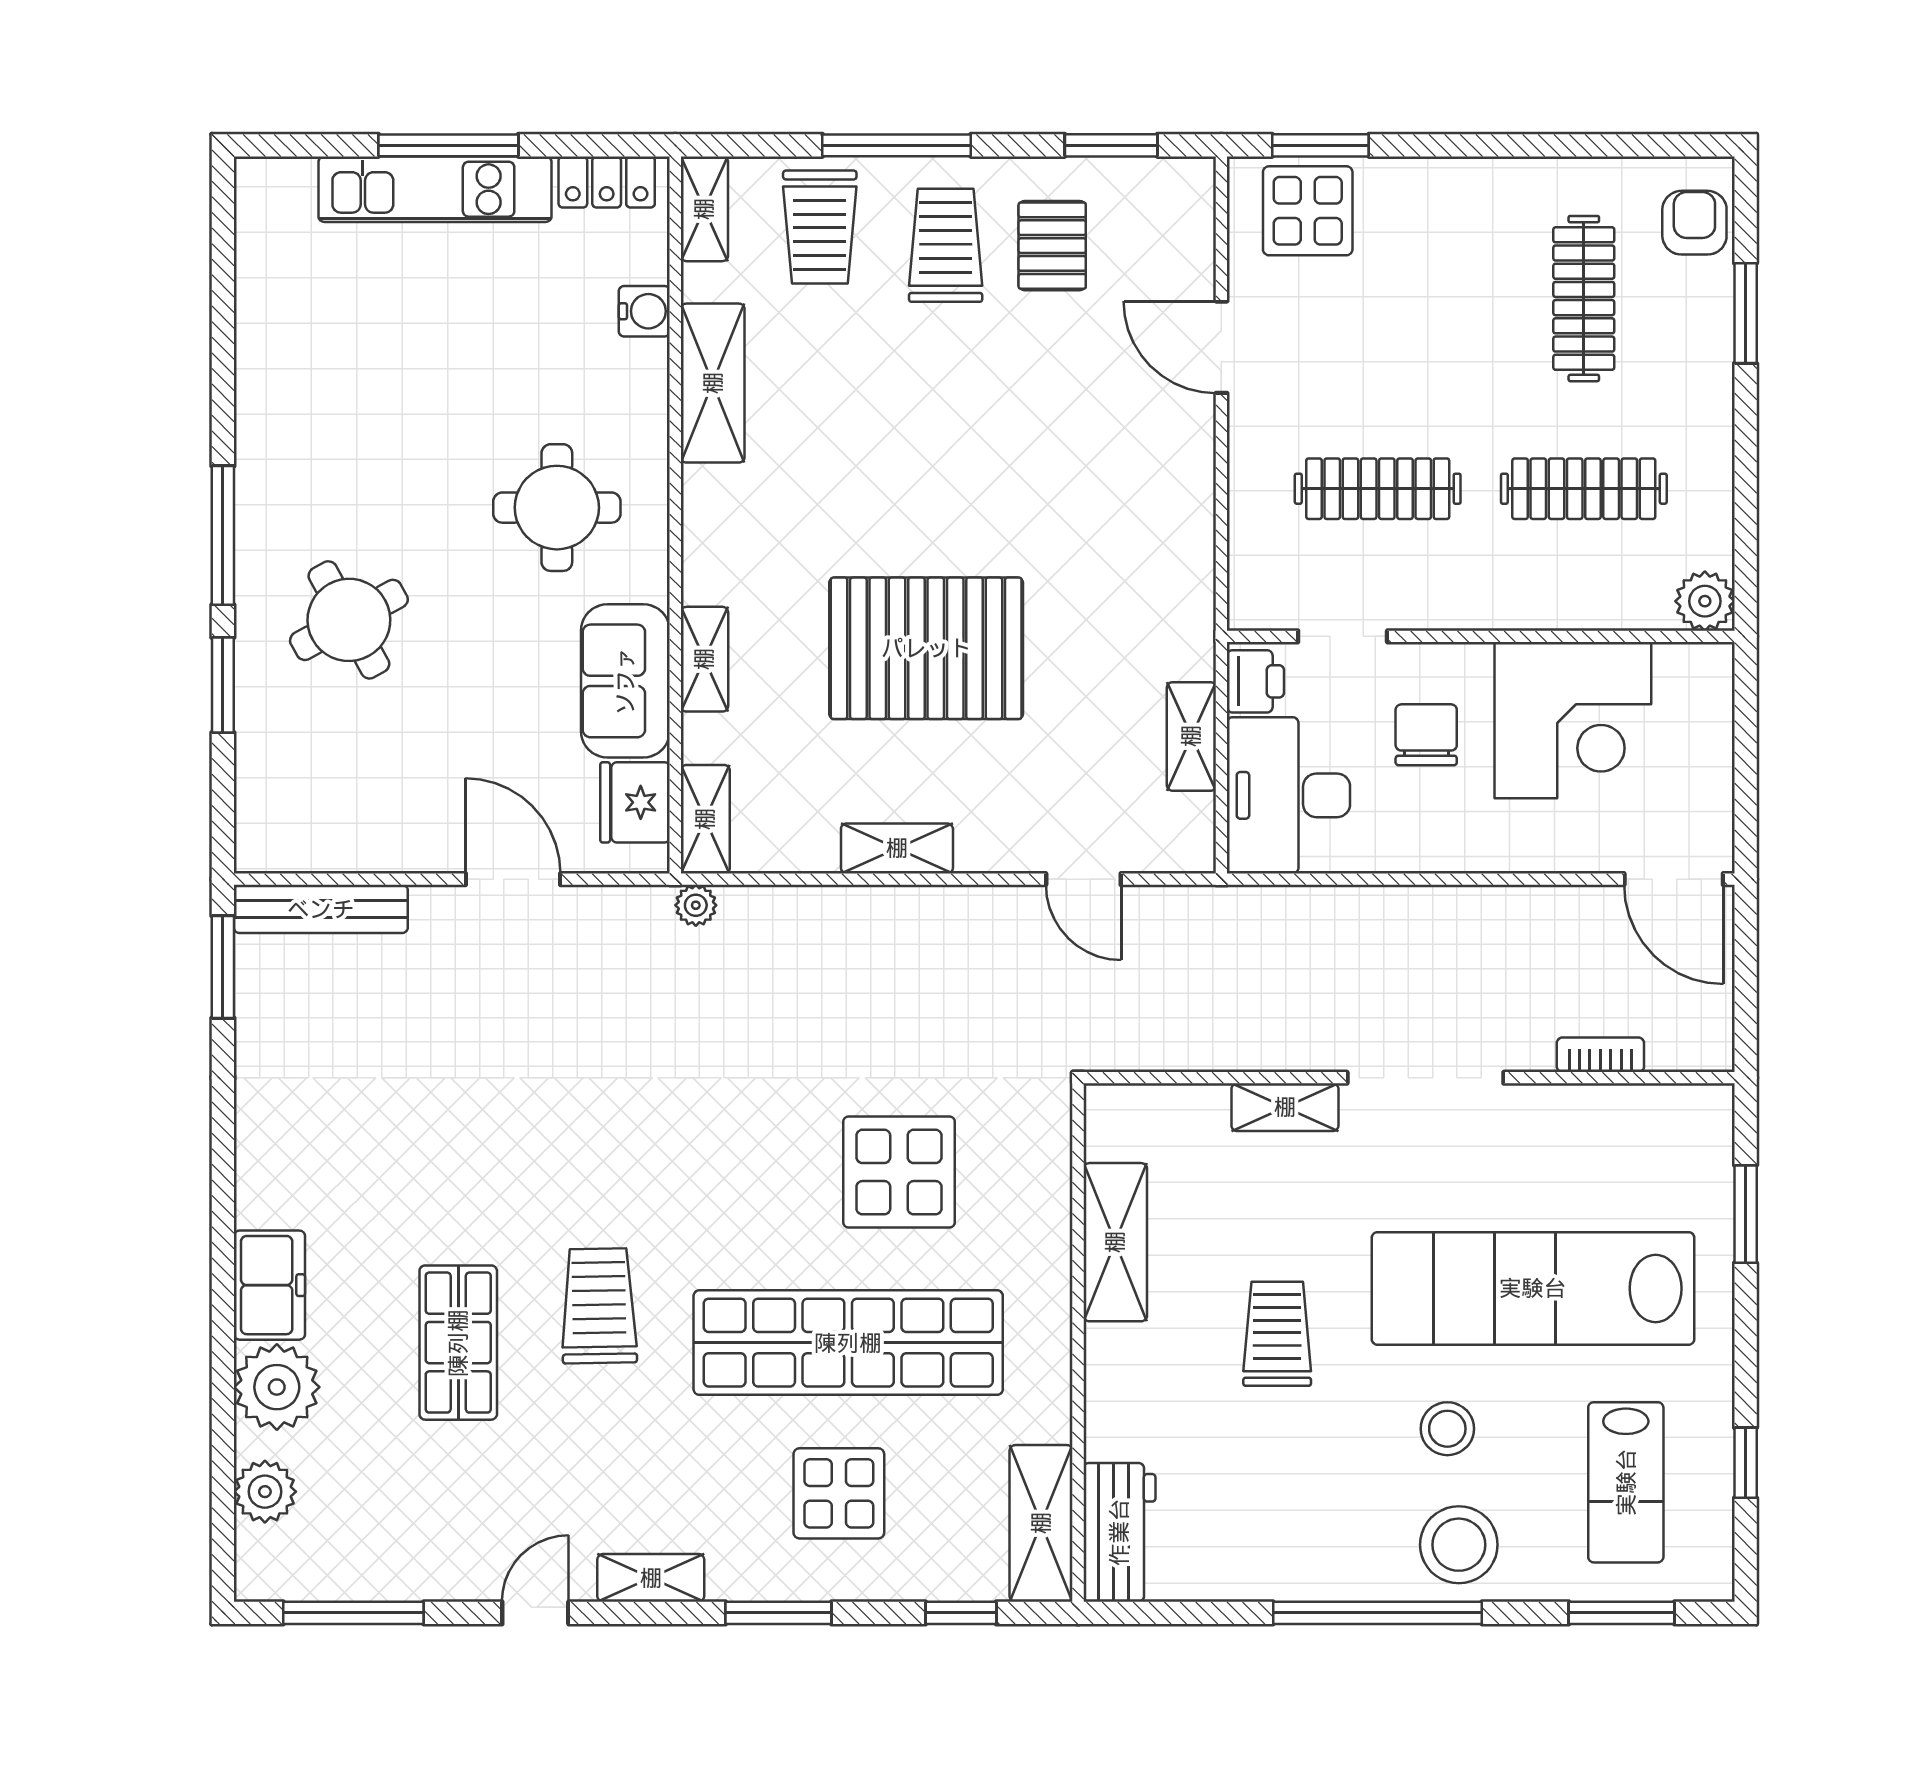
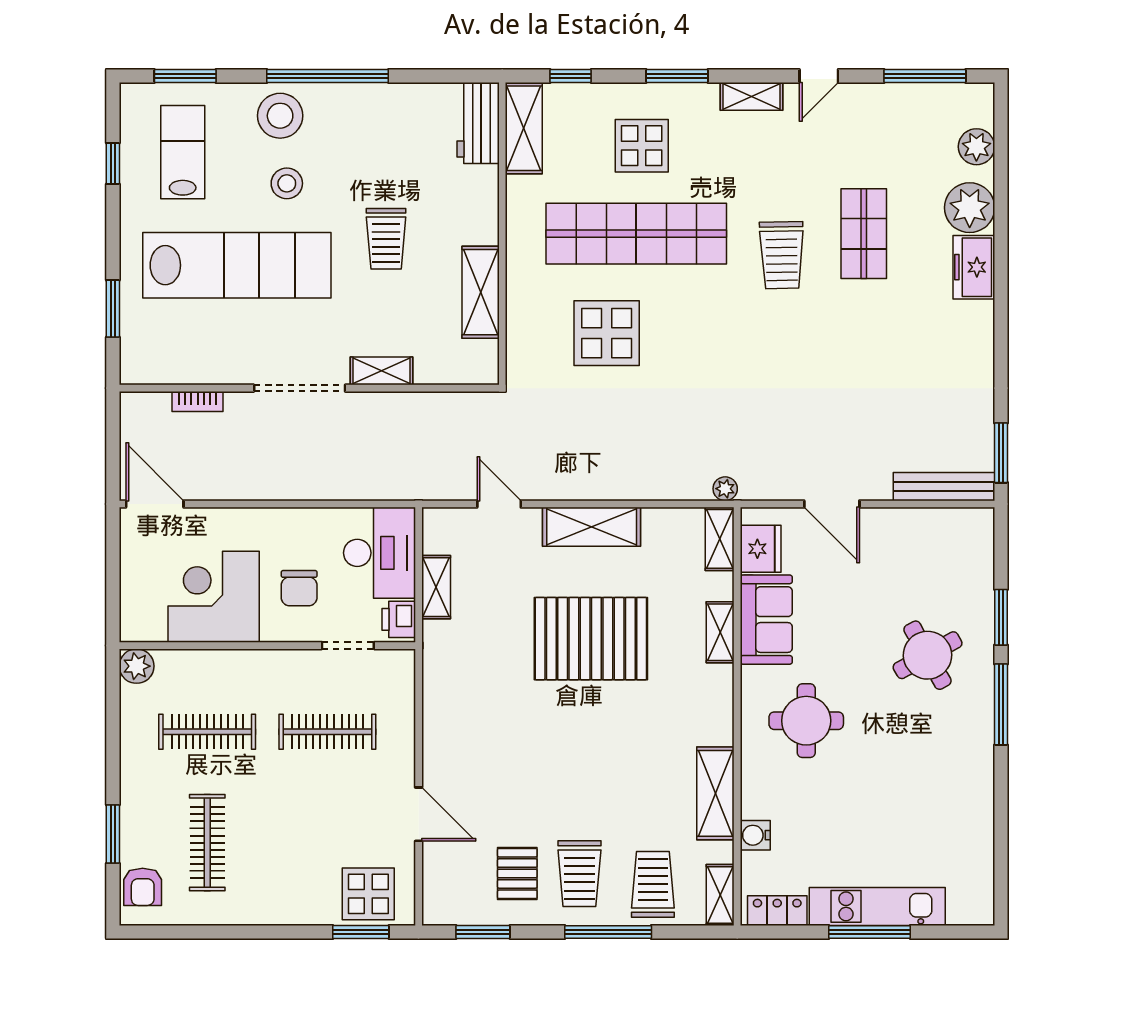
shelving: (897, 848) -> (592, 527), width x1.50, depth x1.33

